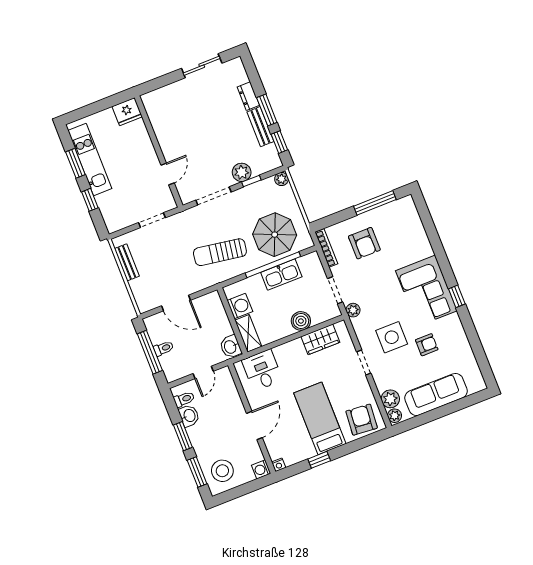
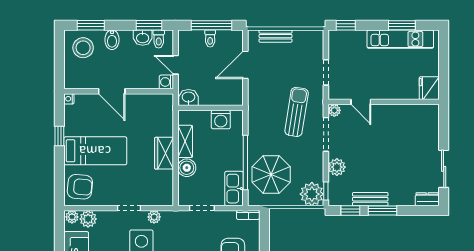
dresser: (248, 96) -> (427, 199), moved
plant: (282, 179) -> (312, 194), width x1.88, depth x1.88
window: (251, 181) -> (326, 191), moved
plant: (186, 197) -> (334, 110), added
window: (90, 200) -> (346, 25), moved
bookcase: (326, 248) -> (248, 215), width x0.64
sun lounger: (220, 252) -> (297, 112), moved
bench: (127, 262) -> (275, 36), moved
kitchen sink: (281, 275) -> (234, 189), moved
plant: (353, 310) -> (154, 217), moved
shelving: (248, 333) -> (185, 141), moved, turned 90
wardrobe: (320, 339) -> (164, 153), moved
desk: (262, 370) -> (157, 117), removed
window: (183, 436) -> (149, 25), moved
bidet: (203, 445) -> (112, 40), added
washing machine: (261, 469) -> (166, 82), moved, turned -90

